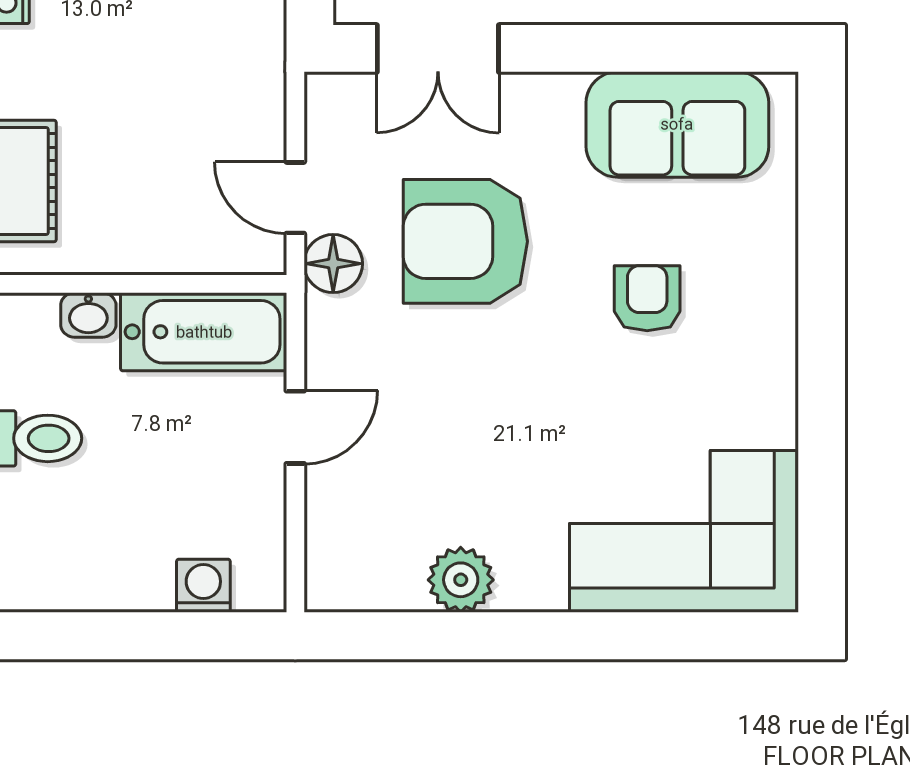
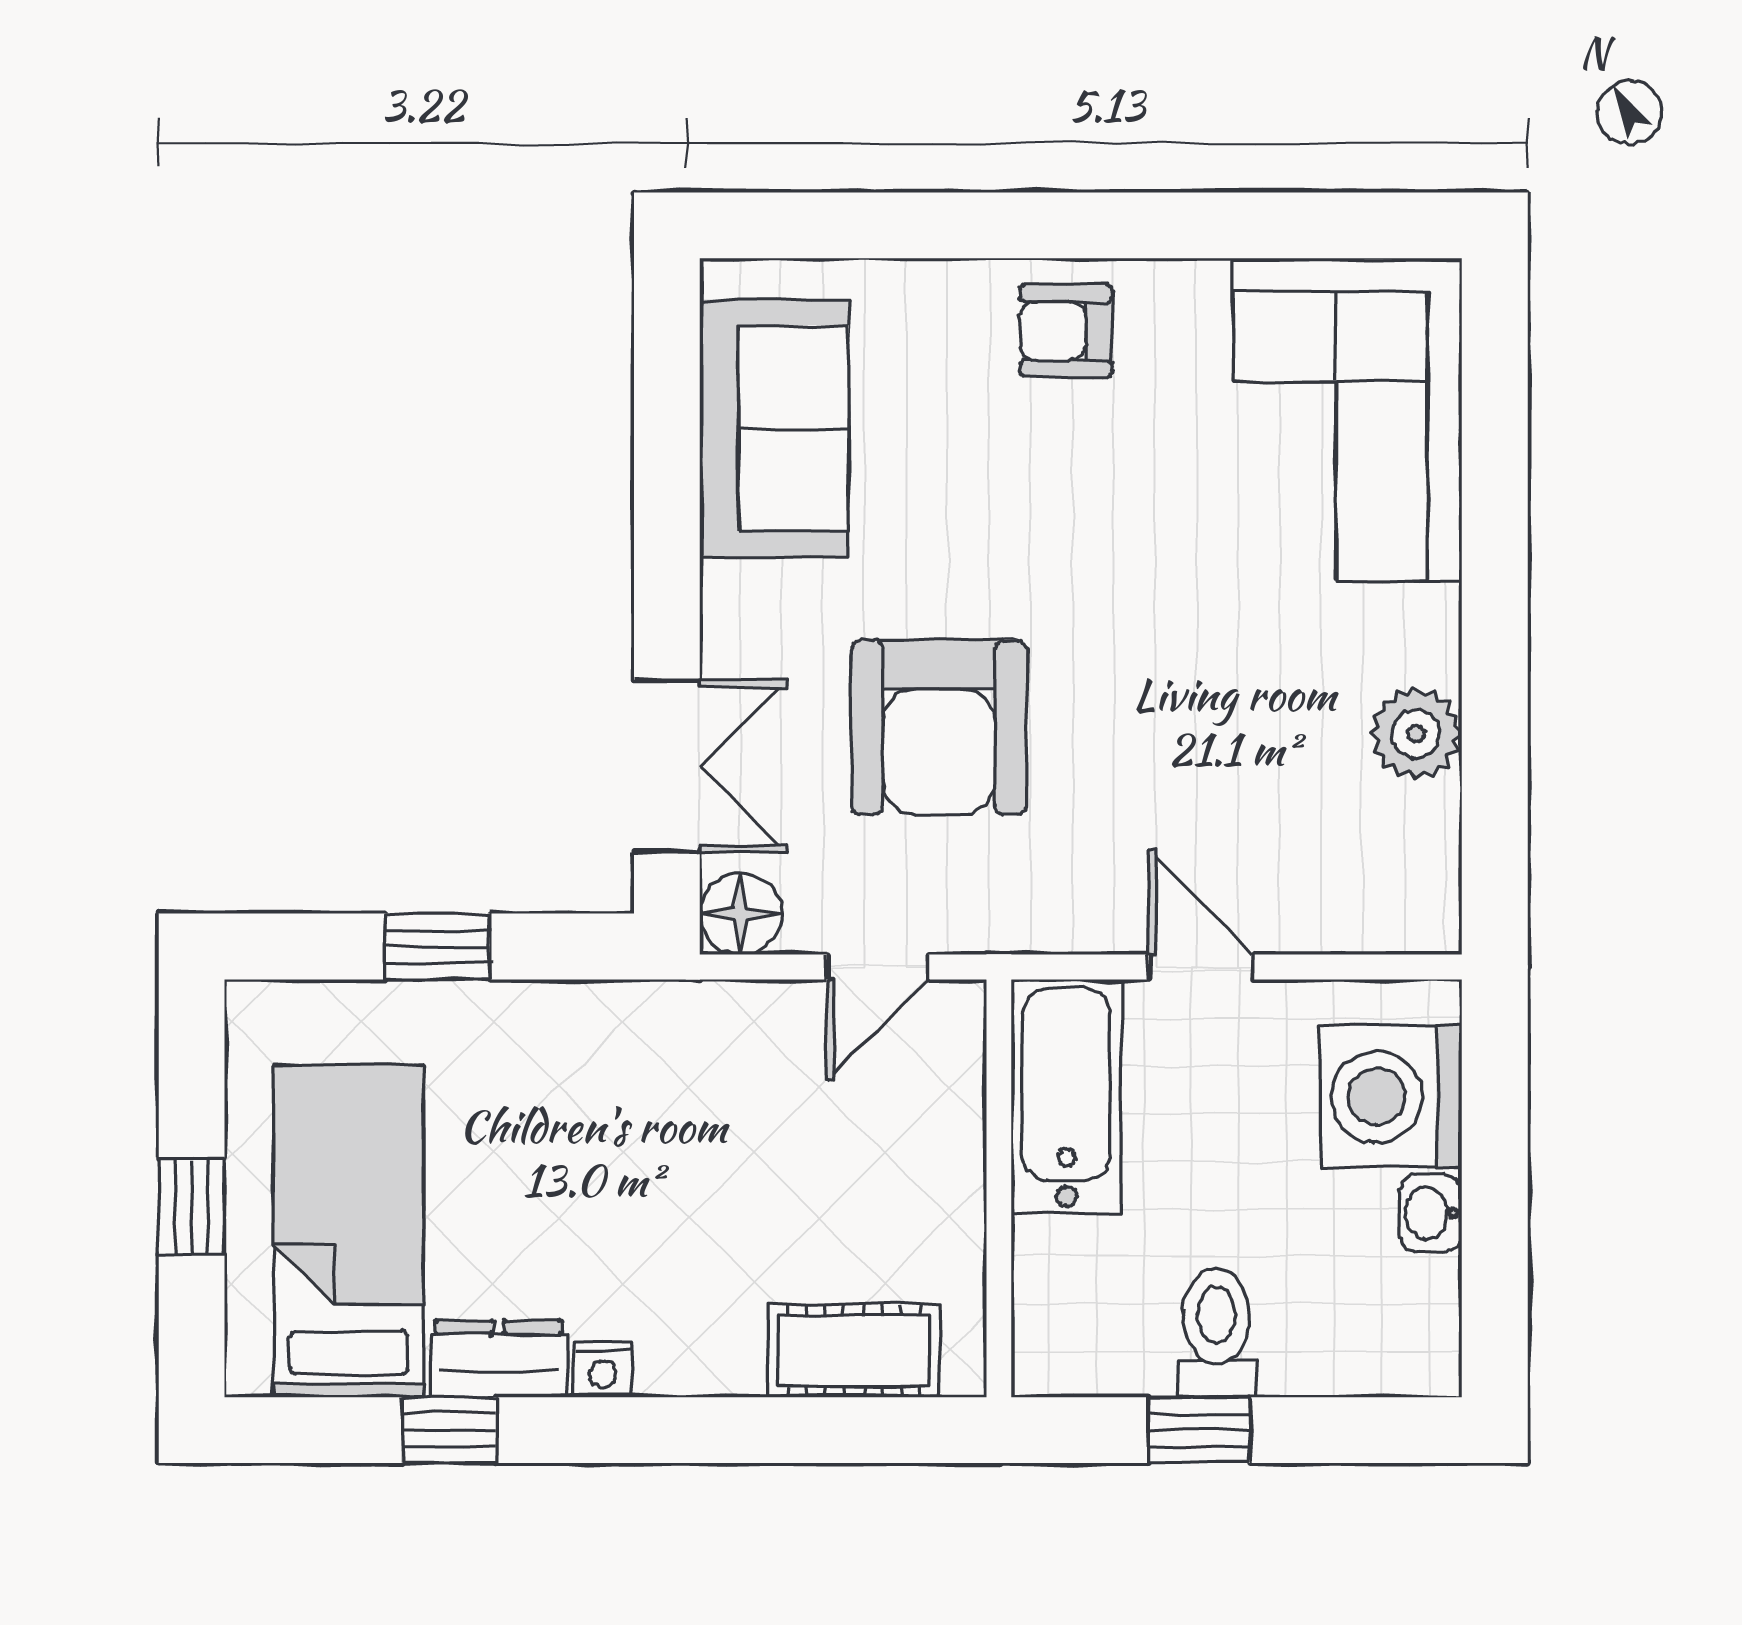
floor lamp: (333, 264) -> (741, 914), moved
armchair: (647, 298) -> (1066, 331), moved
washbasin: (88, 315) -> (1431, 1213), moved, turned 180
washing machine: (203, 586) -> (1391, 1097), width x1.89, depth x1.89

